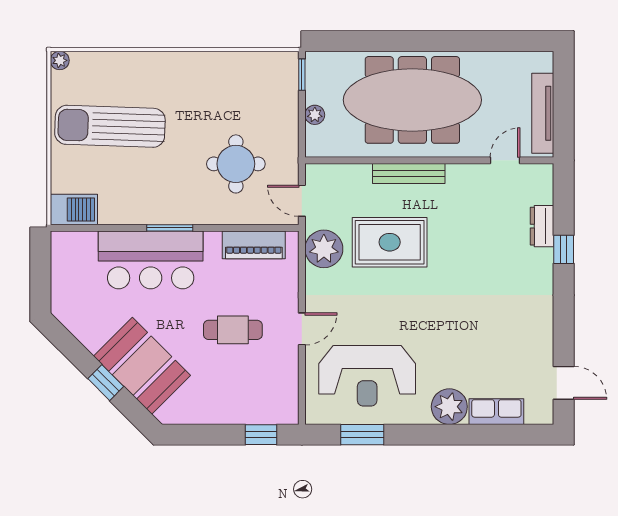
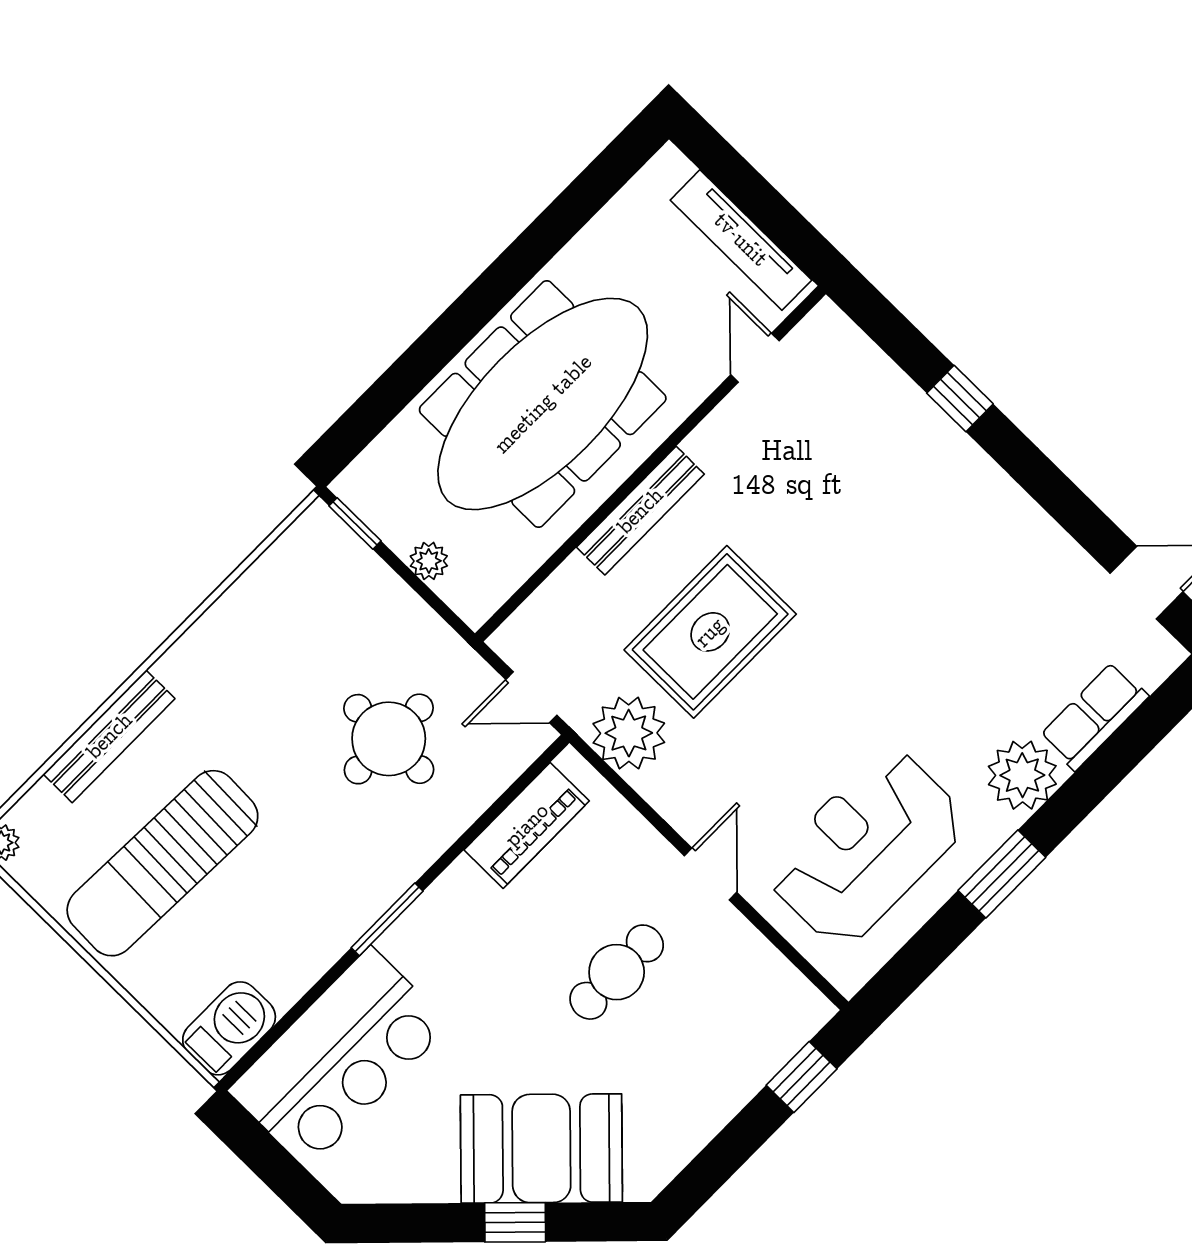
bench: (137, 62) -> (109, 736), added
dresser: (542, 226) -> (898, 397), removed
bar counter: (151, 260) -> (339, 1058), moved
reception desk: (367, 376) -> (866, 848), turned 180
window: (362, 435) -> (1002, 874), moved

